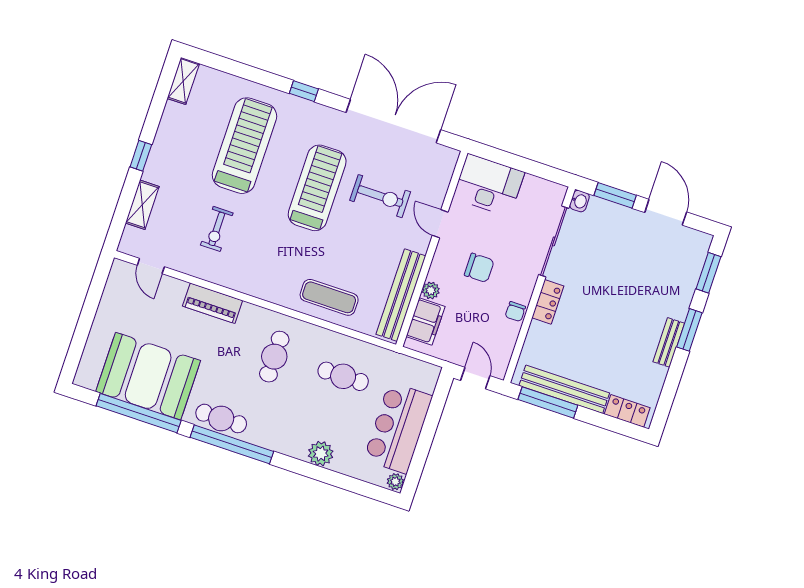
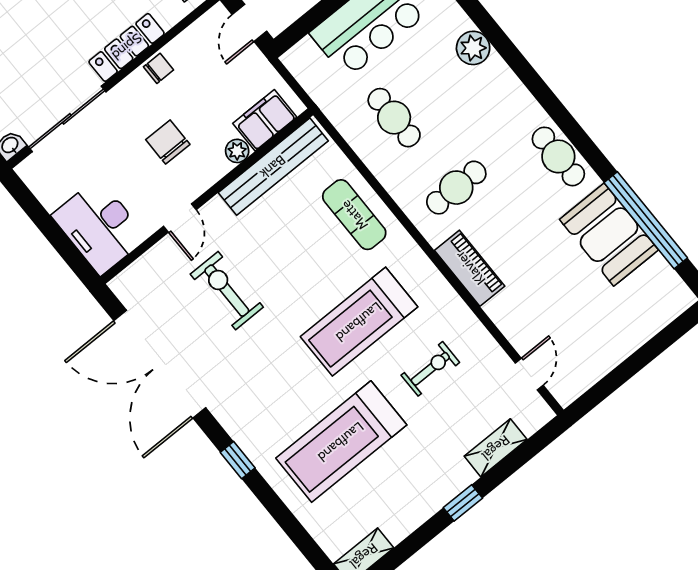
treadmill: (317, 188) -> (359, 322), moved
locker: (548, 302) -> (127, 47), width x1.53
piano: (213, 303) -> (470, 268), moved
booth: (148, 376) -> (609, 235), width x0.73, depth x0.70
window: (232, 444) -> (565, 120), removed

